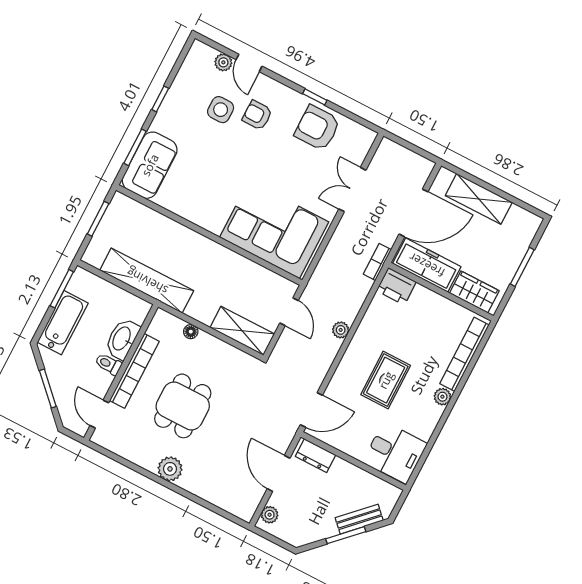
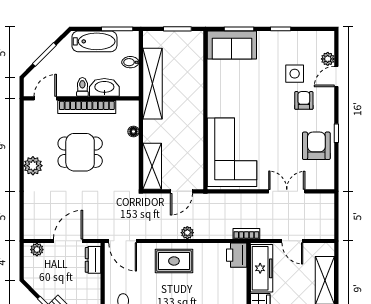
door: (414, 213) -> (292, 241), width x0.53
bidet: (108, 293) -> (130, 62), added
rug: (386, 380) -> (174, 261), moved

